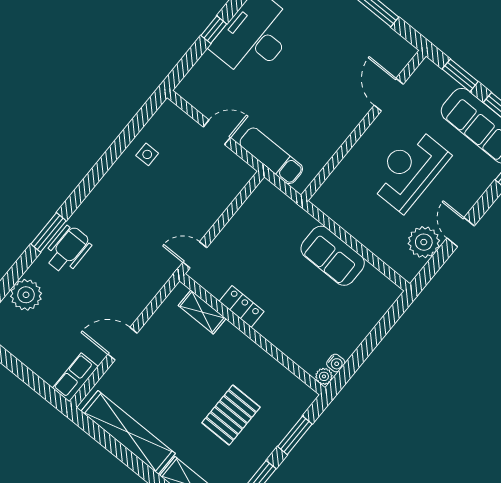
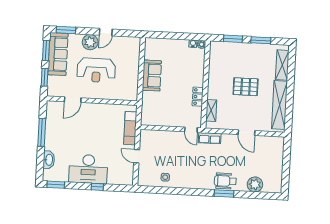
plant: (424, 242) -> (90, 42), moved
row of seats: (75, 377) -> (210, 138), moved
pallet: (231, 415) -> (246, 87), moved

